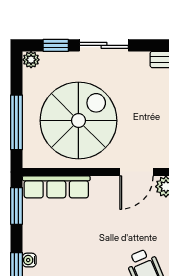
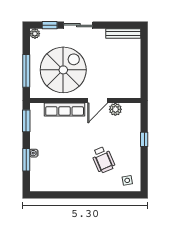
row of seats: (56, 187) -> (65, 109), moved

